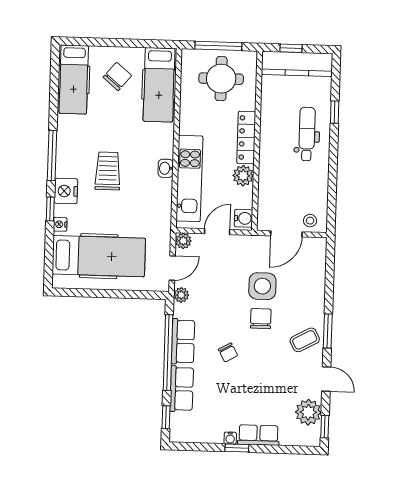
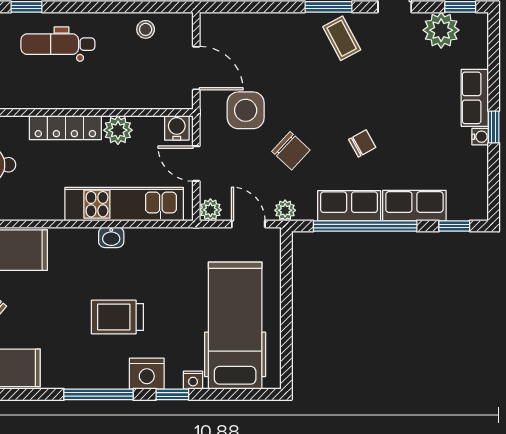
stool: (310, 221) -> (146, 29), moved
side table: (262, 286) -> (246, 110), moved
chair: (261, 319) -> (291, 151), moved, turned -137

